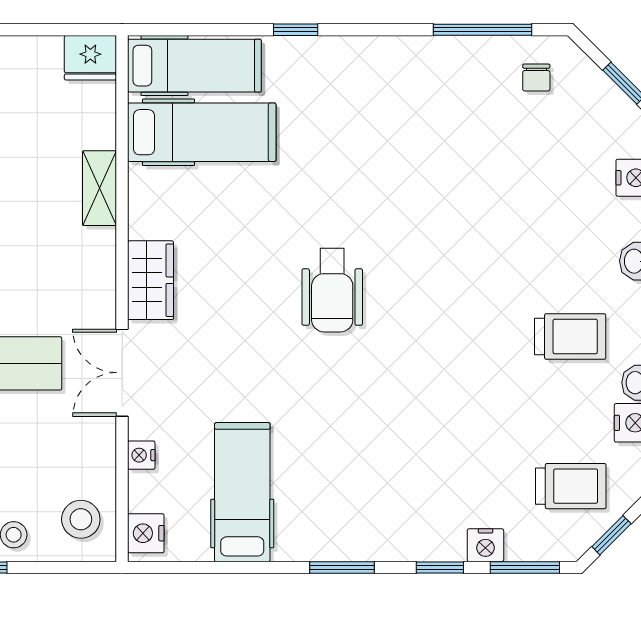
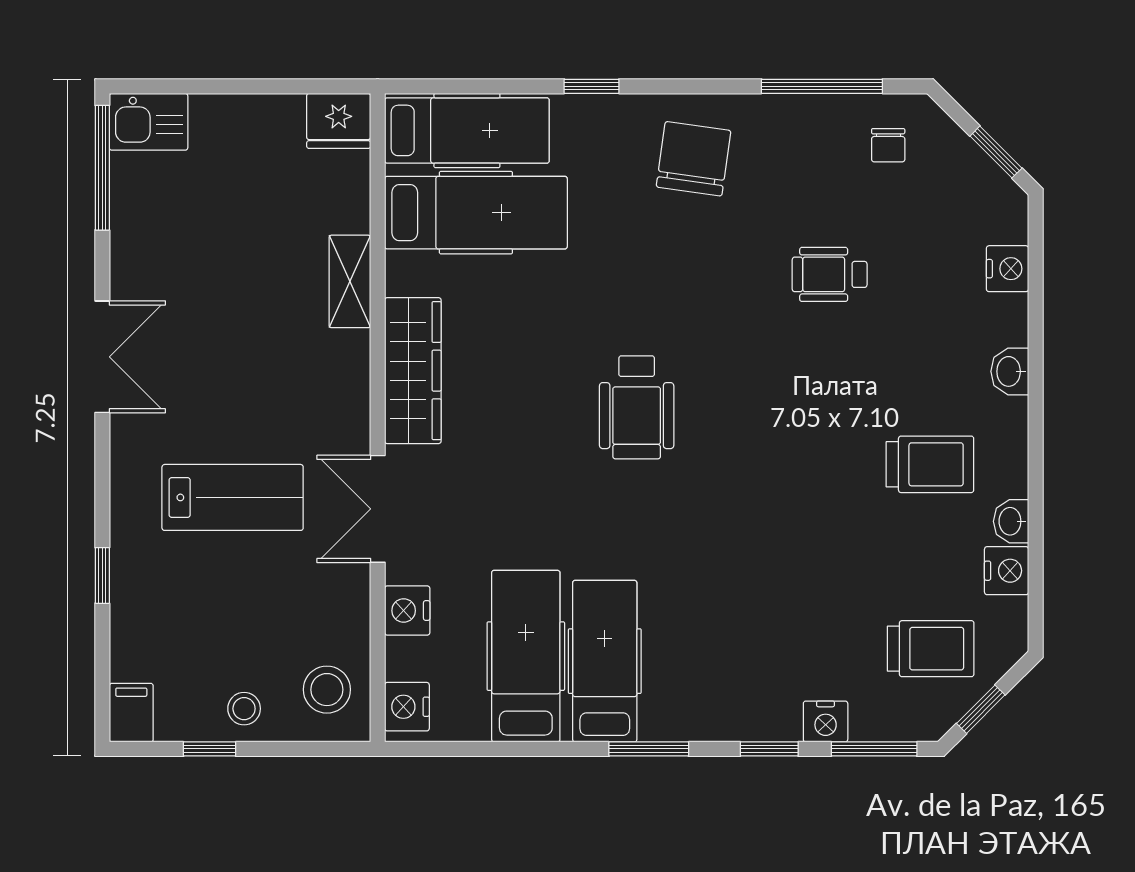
chair: (378, 89) -> (694, 159), added
wheelchair: (489, 182) -> (830, 274), added
wardrobe: (151, 280) -> (413, 371), width x1.50
nightstand: (141, 455) -> (407, 611), width x1.39, depth x1.35
hospital bed: (306, 496) -> (605, 661), added

